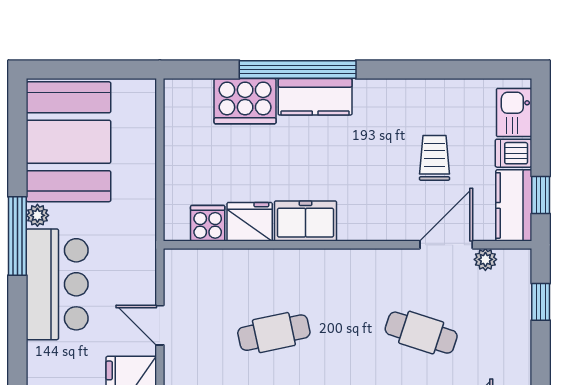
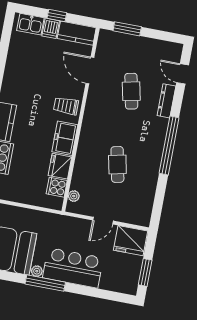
trolley: (435, 158) -> (66, 106), moved
window: (541, 195) -> (57, 16), moved
plant: (485, 259) -> (74, 196), moved
window: (541, 302) -> (127, 29), width x1.50
cafe table: (421, 333) -> (131, 91), turned -30

